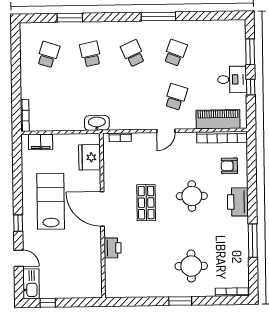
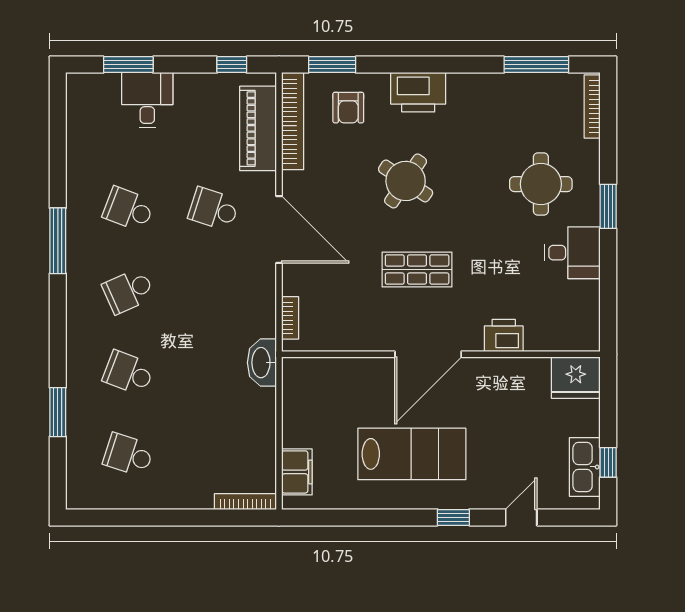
school desk: (91, 54) -> (128, 373), turned 33
desk: (232, 79) -> (147, 100), moved
window: (251, 87) -> (232, 65), moved
door: (166, 131) -> (279, 229), width x1.88
fridge: (90, 157) -> (576, 378), moved
window: (252, 157) -> (332, 65), added
round table: (192, 196) -> (406, 181), turned 34
lab bench: (51, 201) -> (412, 454), turned 180
window: (253, 241) -> (536, 65), moved
desk: (156, 283) -> (572, 253), added
kitchen sink: (31, 284) -> (585, 467), moved, turned -90

